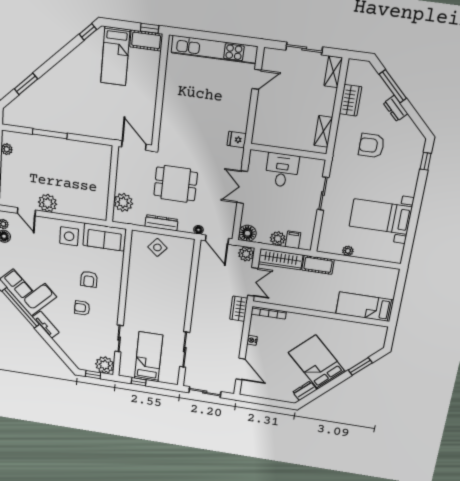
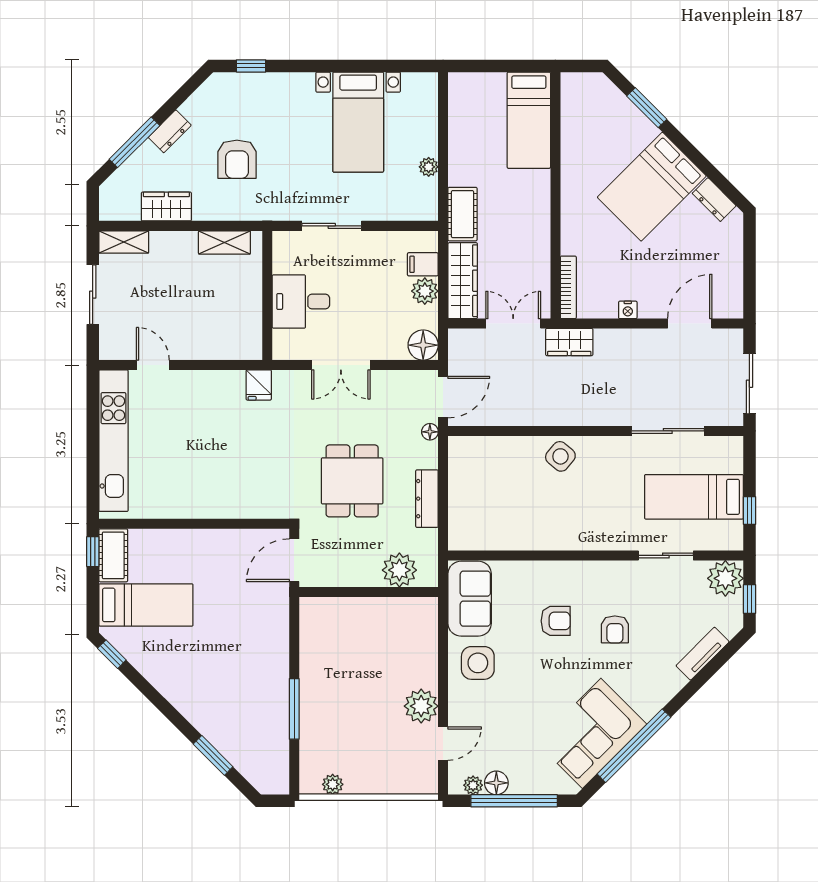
side table: (157, 247) -> (560, 456), moved
plant: (246, 254) -> (462, 342), removed
tv unit: (46, 325) -> (703, 654), moved

